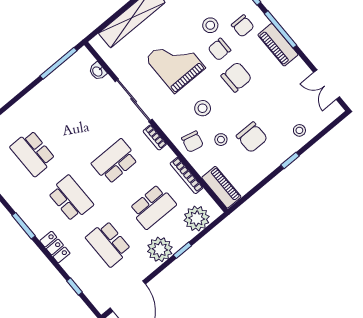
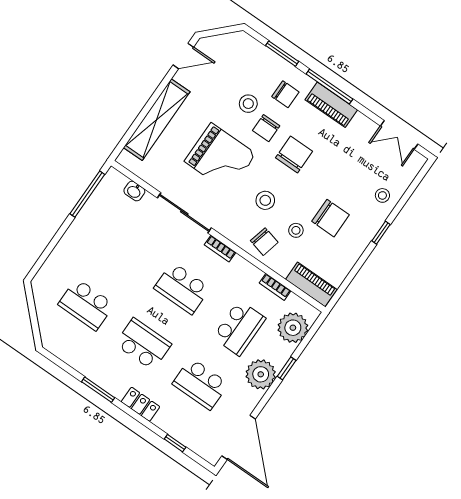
grand piano: (175, 63) -> (220, 158), turned 180
school desk: (115, 161) -> (182, 288), turned -90
bookcase: (187, 176) -> (275, 287), width x0.64

